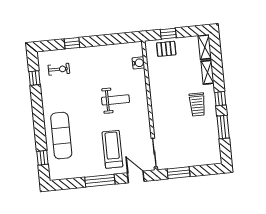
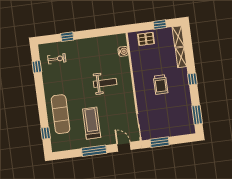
window: (168, 34) -> (160, 24), moved
trolley: (197, 104) -> (161, 85), moved
window: (223, 127) -> (197, 115), moved
treadmill: (112, 149) -> (92, 123), moved

